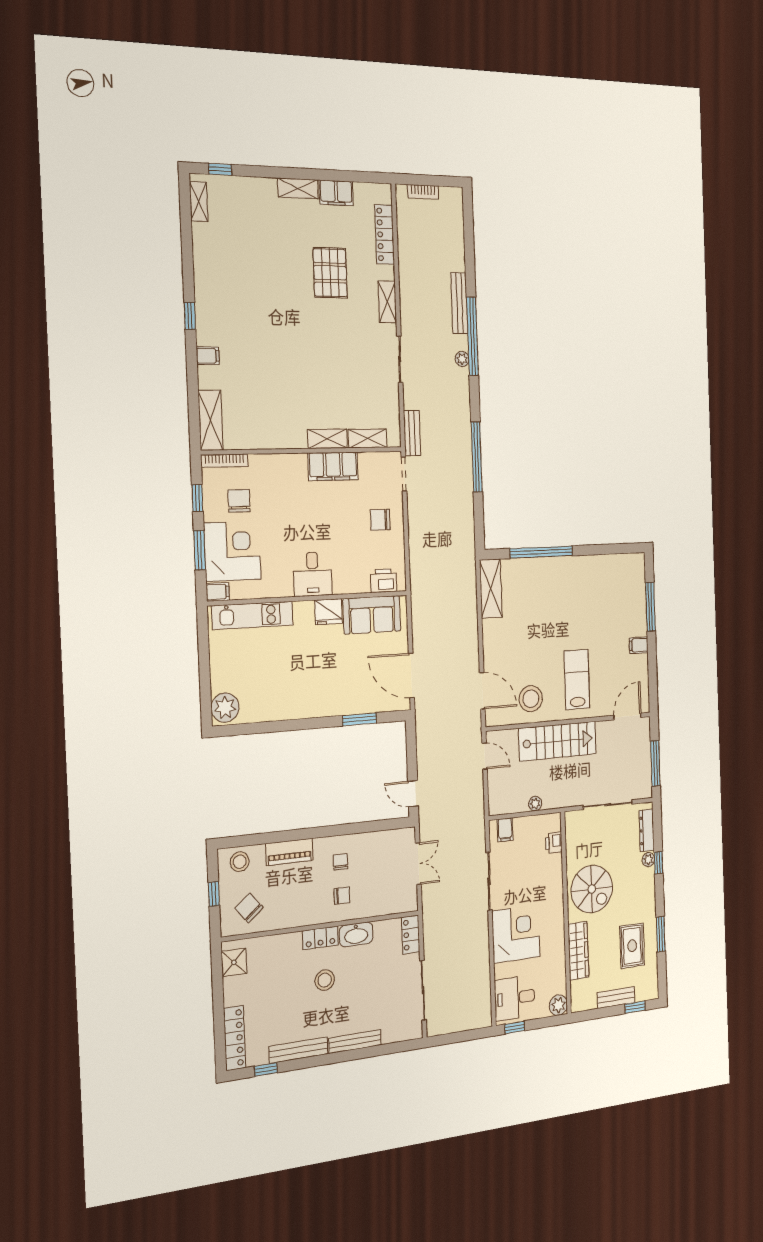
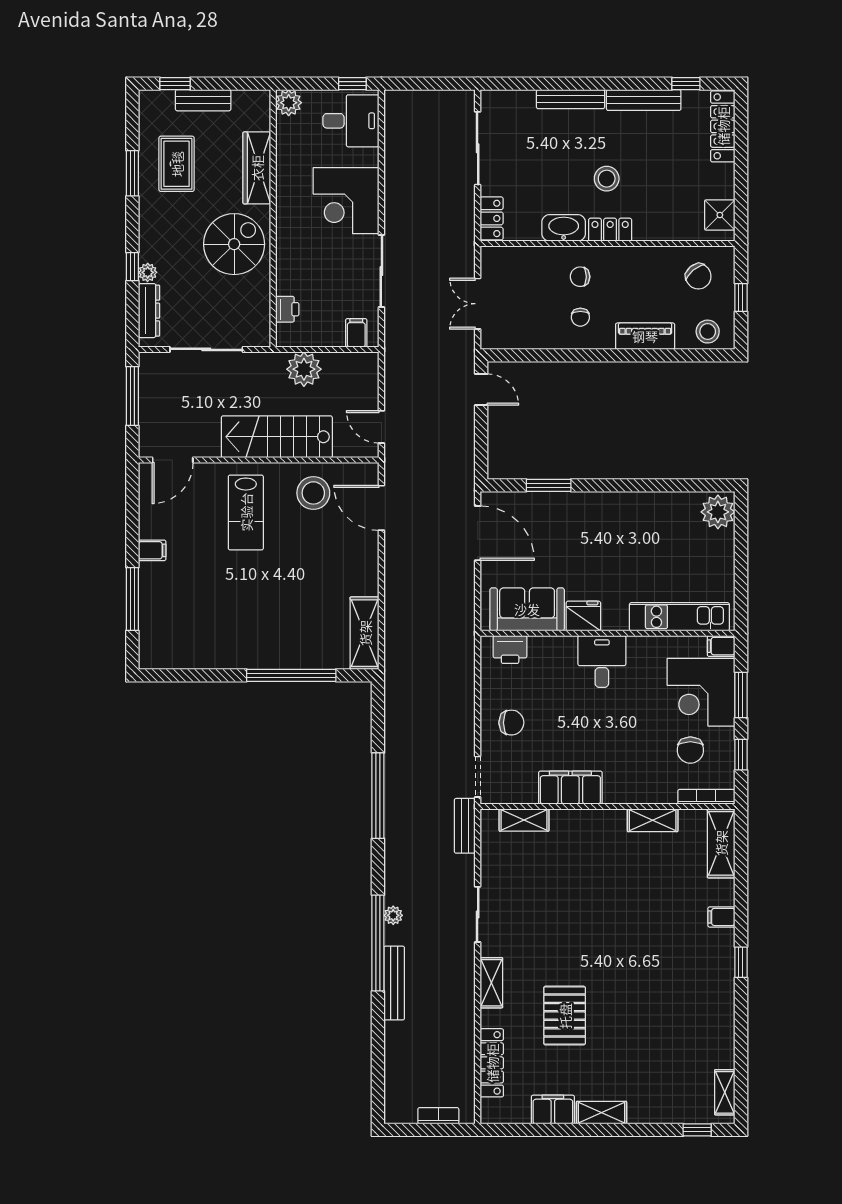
shelving: (327, 439) -> (653, 820), moved
plant: (535, 804) -> (304, 369), width x1.87, depth x1.87
spiral stairs: (592, 889) -> (234, 244), turned 90

